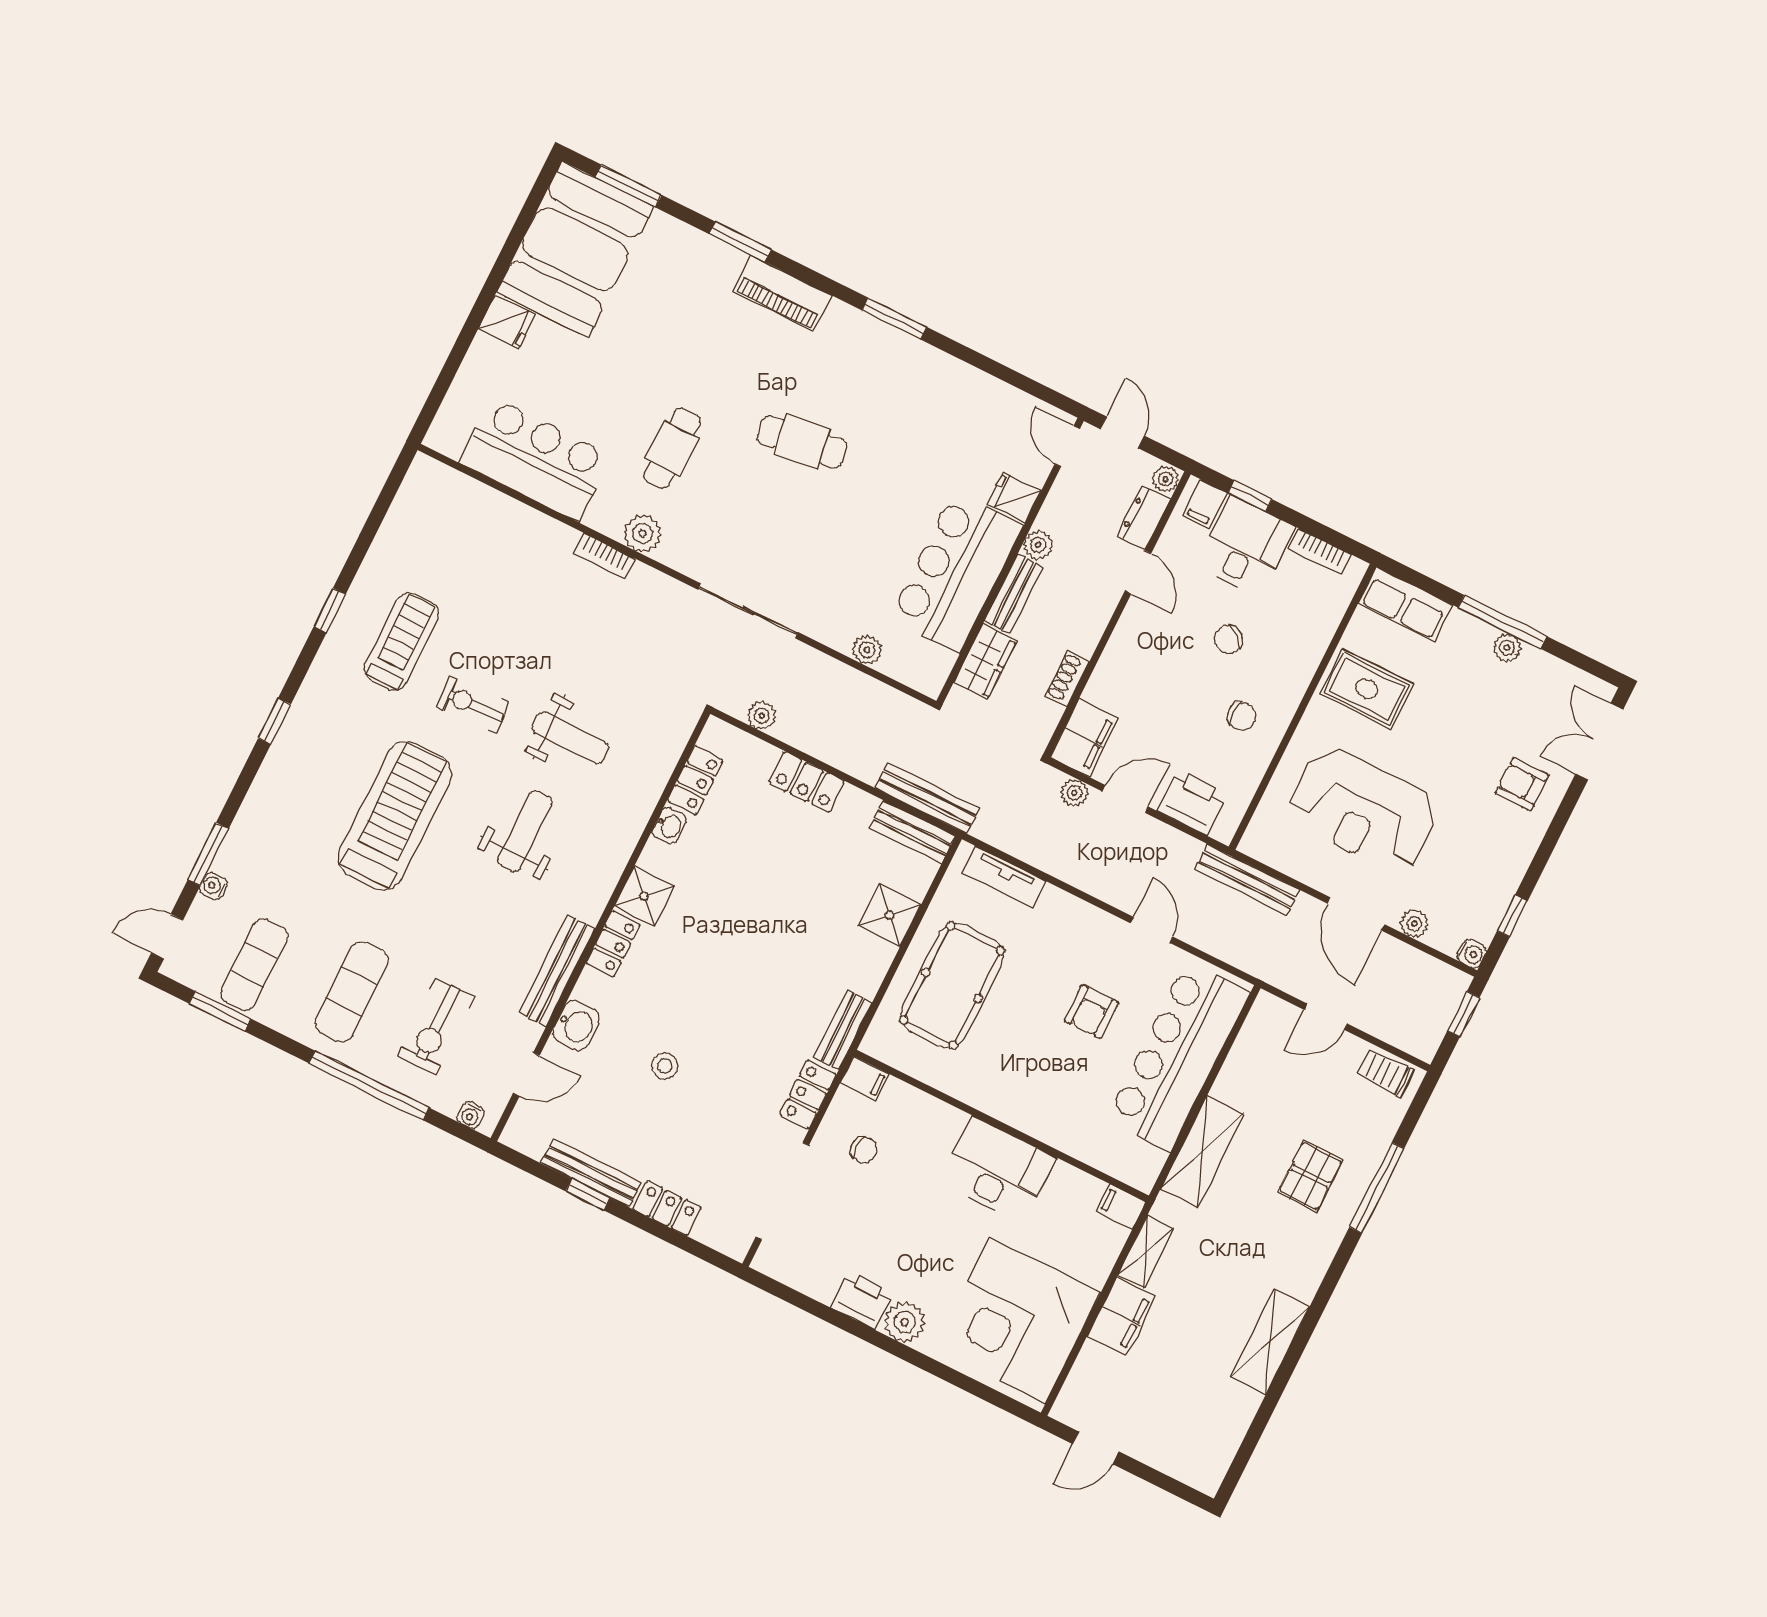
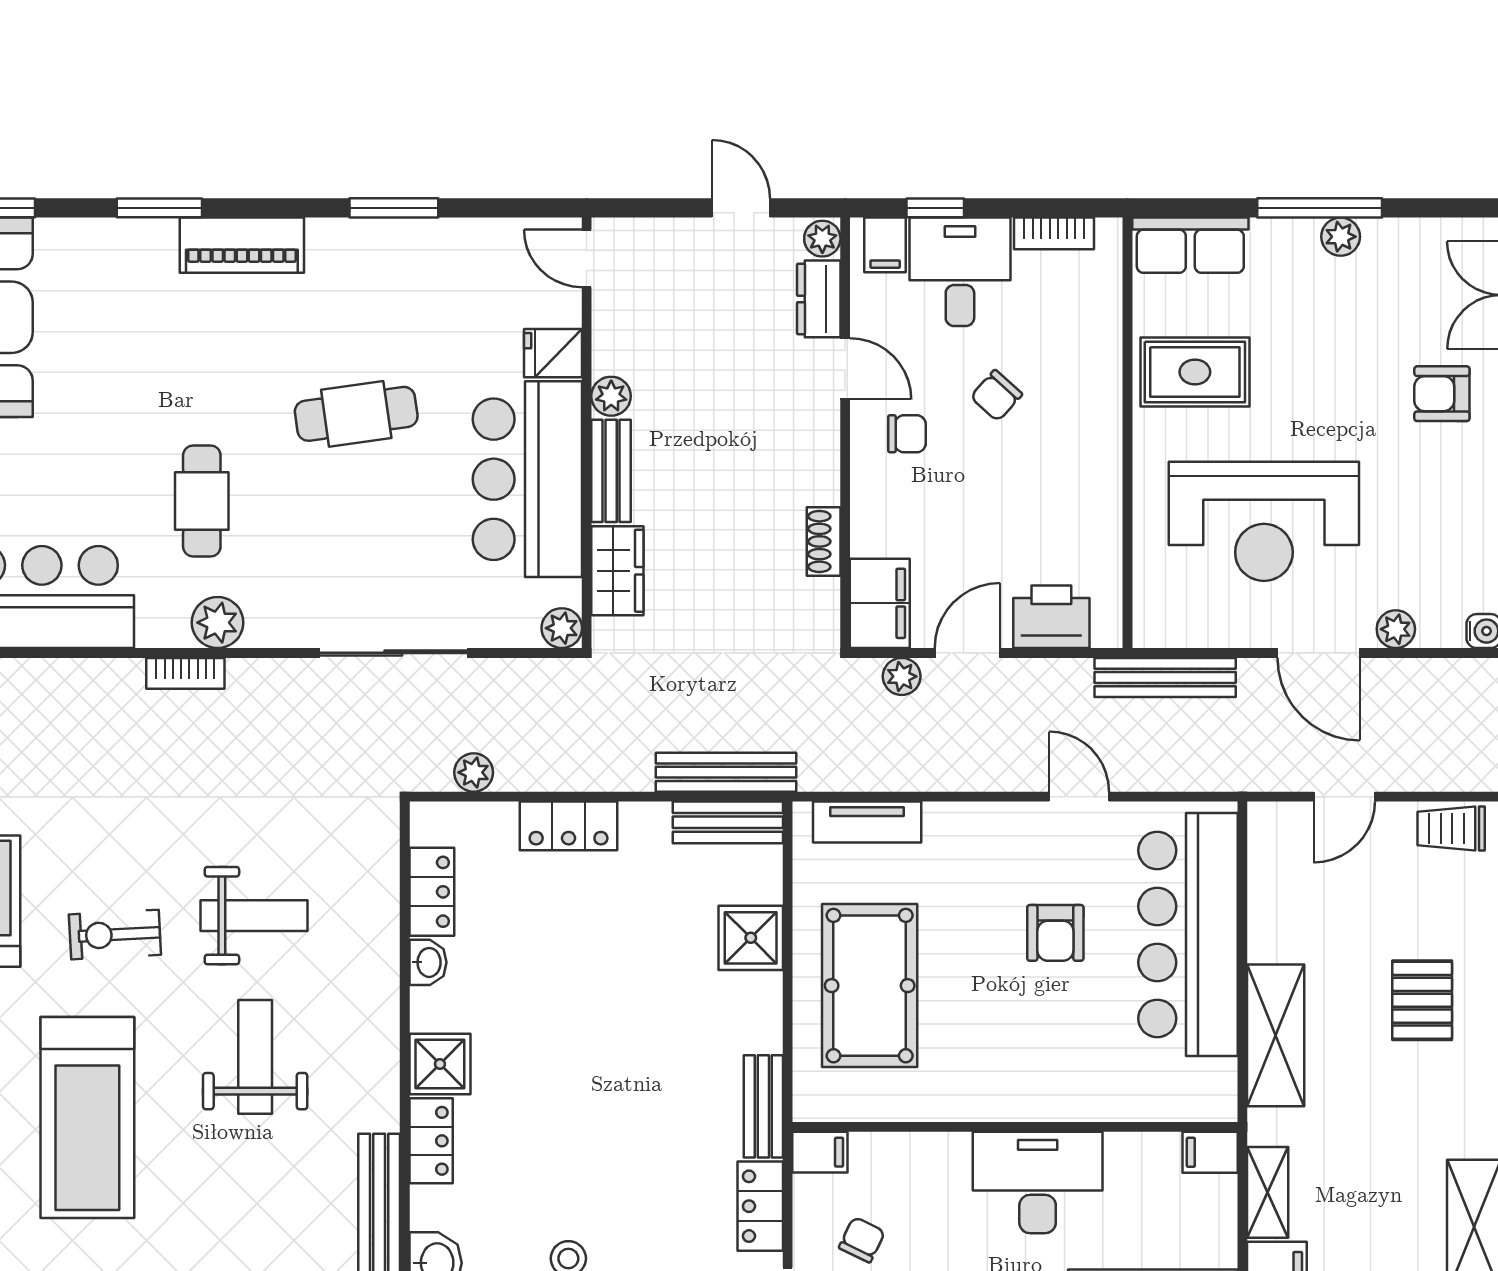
door: (1067, 446) -> (587, 258), moved
fridge: (1014, 498) -> (553, 353), moved
plant: (1038, 545) -> (611, 396), moved
wall: (1010, 561) -> (587, 433), moved
bar counter: (956, 572) -> (527, 479), moved
bench: (1014, 594) -> (611, 471), moved
wardrobe: (985, 662) -> (617, 571), moved
chair: (1241, 716) -> (907, 434), moved
treadmill: (395, 816) -> (87, 1118), turned 180
chair: (864, 1150) -> (862, 1240), turned -64

